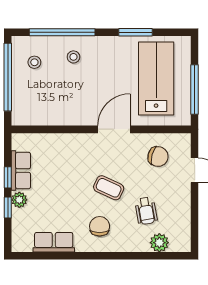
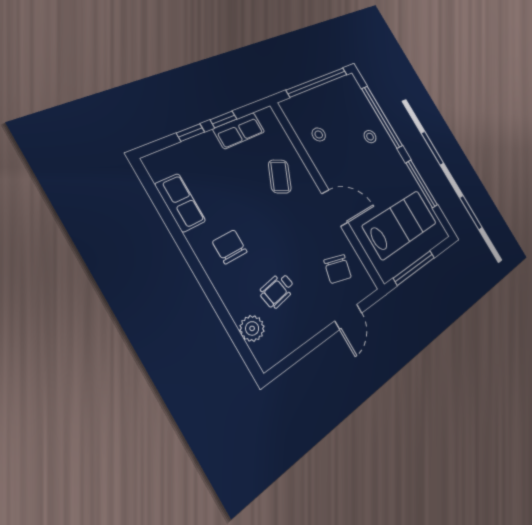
window: (135, 32) -> (422, 184), width x1.44
stool: (34, 62) -> (319, 134), moved
coffee table: (109, 188) -> (280, 176), moved
plant: (19, 200) -> (207, 142), removed
chair: (100, 226) -> (230, 247), turned -90

